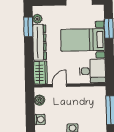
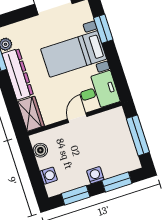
door: (59, 85) -> (77, 118), moved

